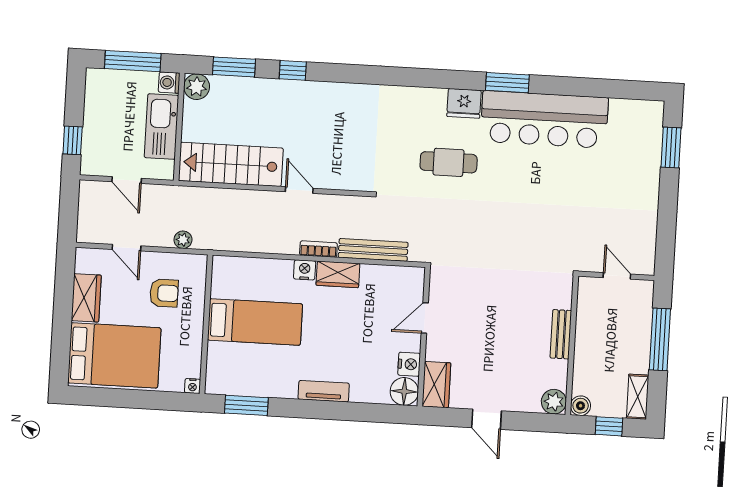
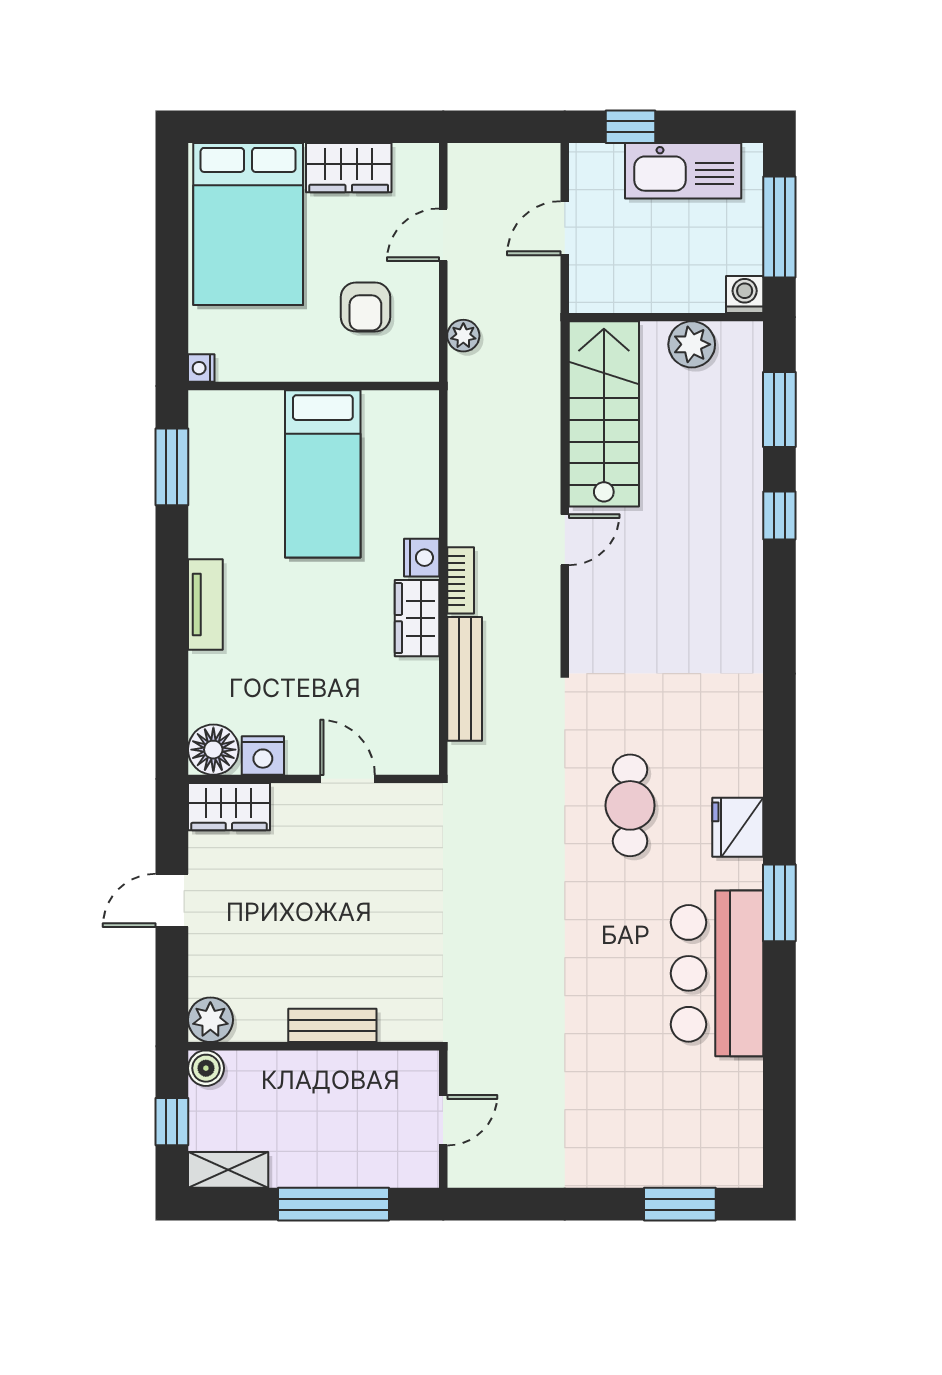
plant: (197, 87) -> (692, 344), moved
bar counter: (544, 119) -> (717, 973), width x0.73
kitchen sink: (161, 126) -> (683, 171), moved, turned 180

